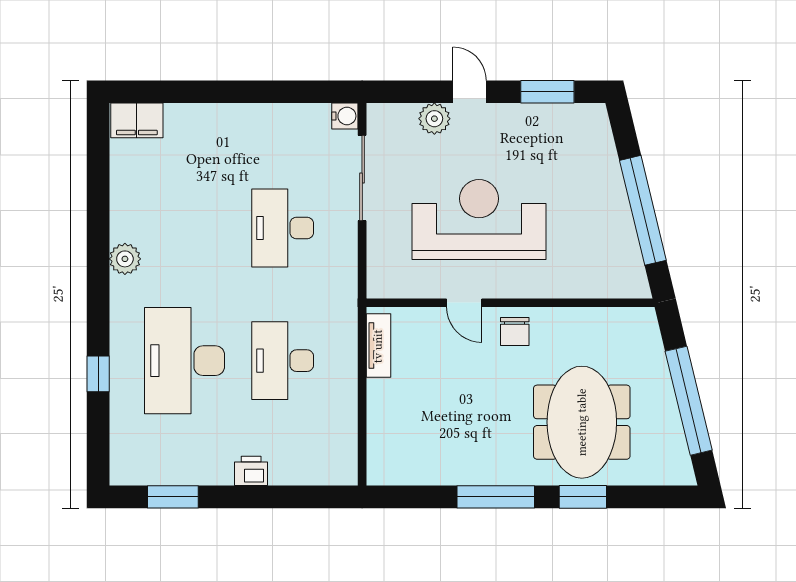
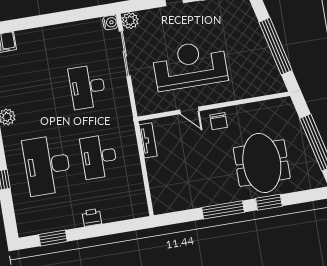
plant: (434, 119) -> (130, 21), moved

